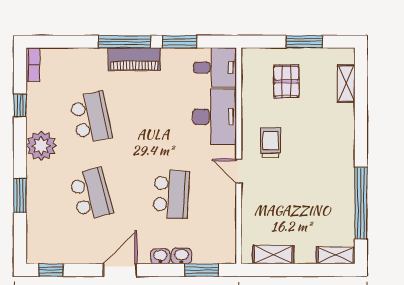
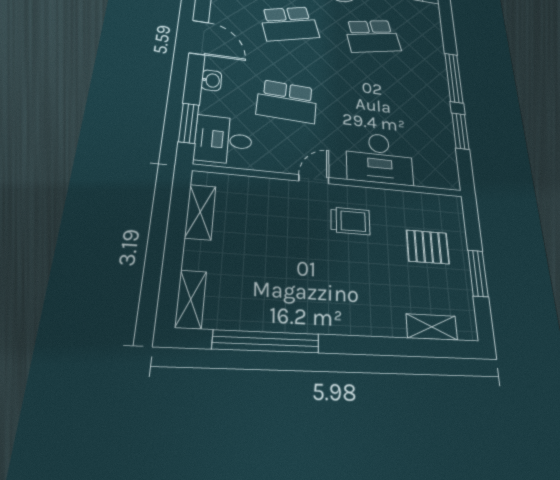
piano: (134, 59) -> (437, 84), removed
desk: (215, 68) -> (224, 140), moved, turned 90
washbasin: (181, 256) -> (210, 103), removed

